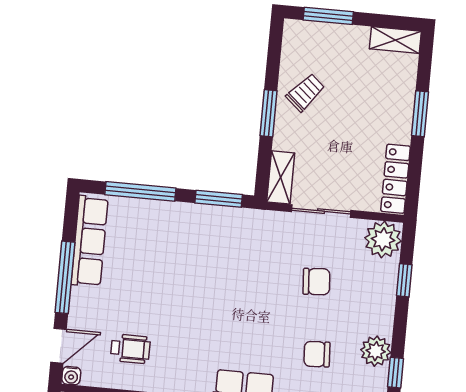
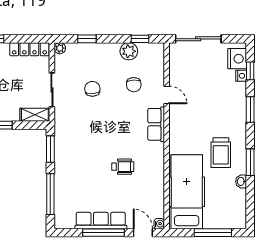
plant: (383, 239) -> (60, 48), width x0.53, depth x0.53
row of seats: (90, 241) -> (101, 220), moved
wheelchair: (130, 349) -> (123, 167), moved, turned 90

